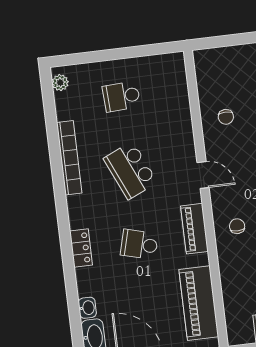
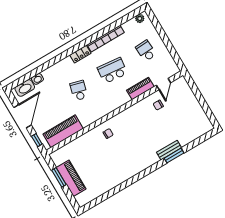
school desk: (130, 170) -> (112, 71), turned 30
door: (203, 175) -> (163, 84), moved
piano: (194, 229) -> (140, 89), moved
locker: (81, 248) -> (80, 54), moved

